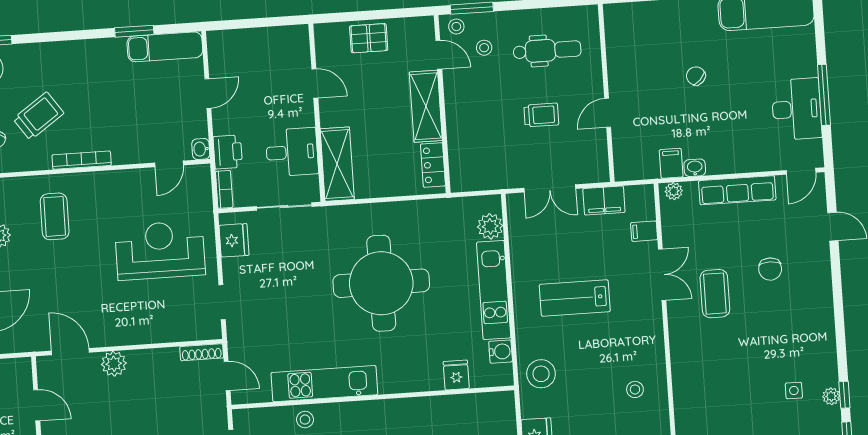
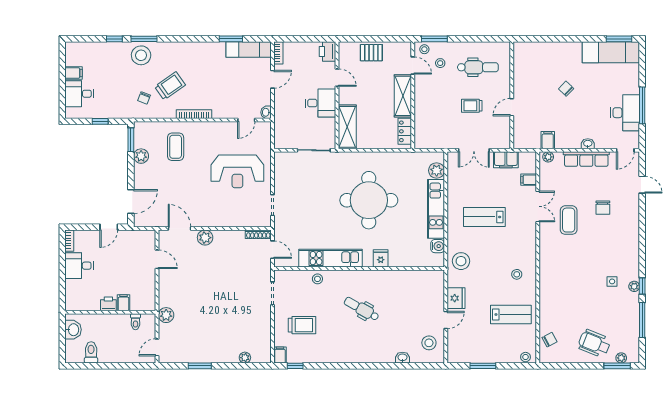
trolley: (541, 115) -> (472, 106), turned 180
printer: (228, 152) -> (328, 52), moved, turned 180
desk: (292, 152) -> (321, 103), moved
washbasin: (695, 168) -> (588, 144), moved
bookcase: (224, 189) -> (278, 53), moved
fridge: (234, 240) -> (282, 168), removed
reception desk: (160, 250) -> (237, 171), turned 180
fridge: (456, 375) -> (381, 258), moved

